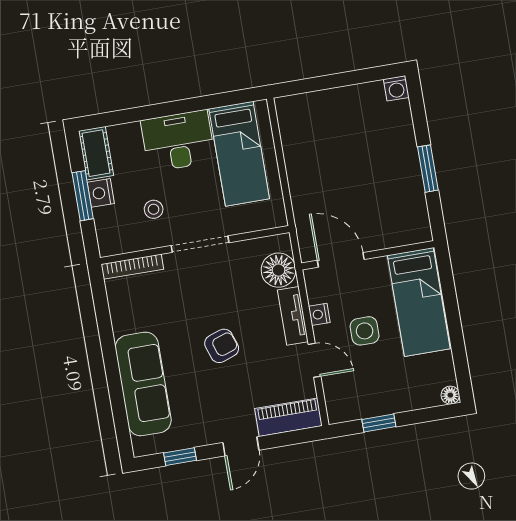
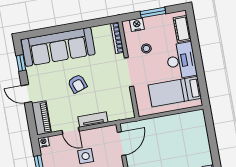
cot: (96, 153) -> (182, 29), moved, turned 90
nightstand: (101, 193) -> (137, 25), moved
floor lamp: (279, 270) -> (116, 112), removed
nightstand: (319, 314) -> (44, 142), moved
door: (314, 360) -> (70, 131), hinge flipped
sofa: (143, 384) -> (58, 47), width x1.36, depth x1.27

